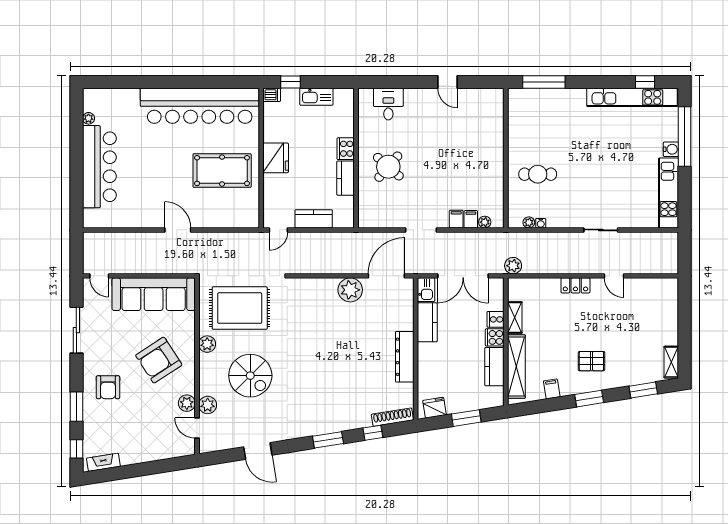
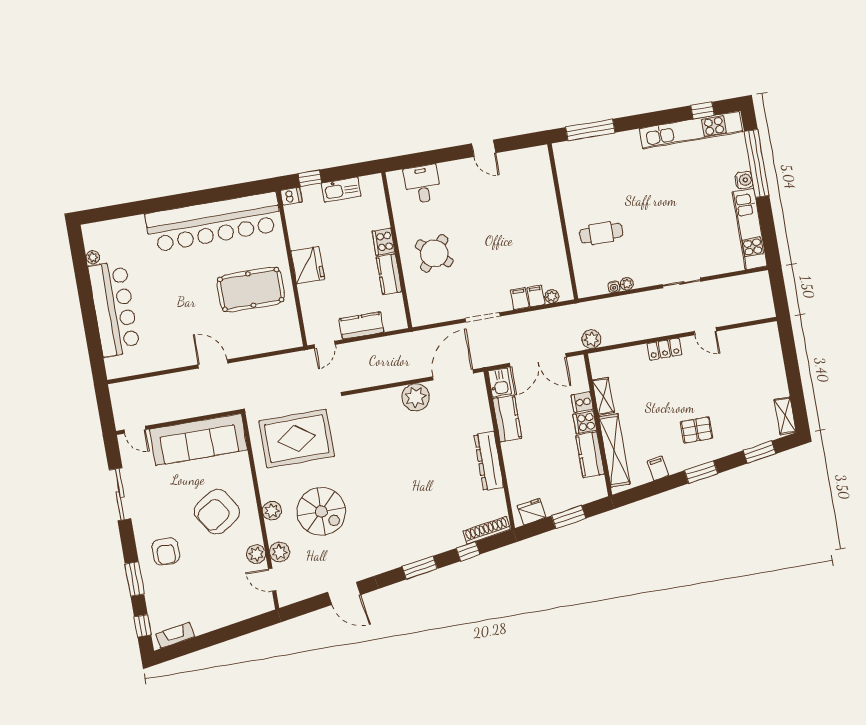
plant: (529, 222) -> (627, 284), moved
plant: (207, 344) -> (272, 511), moved

